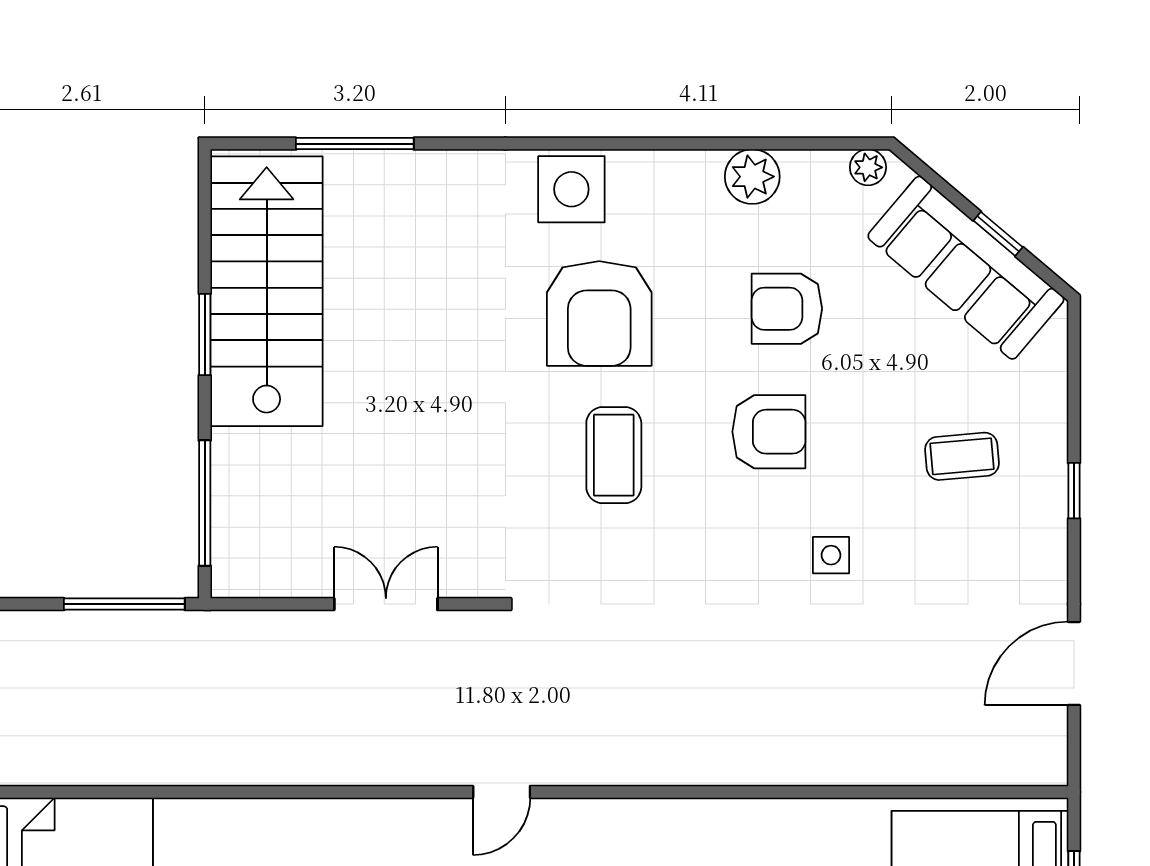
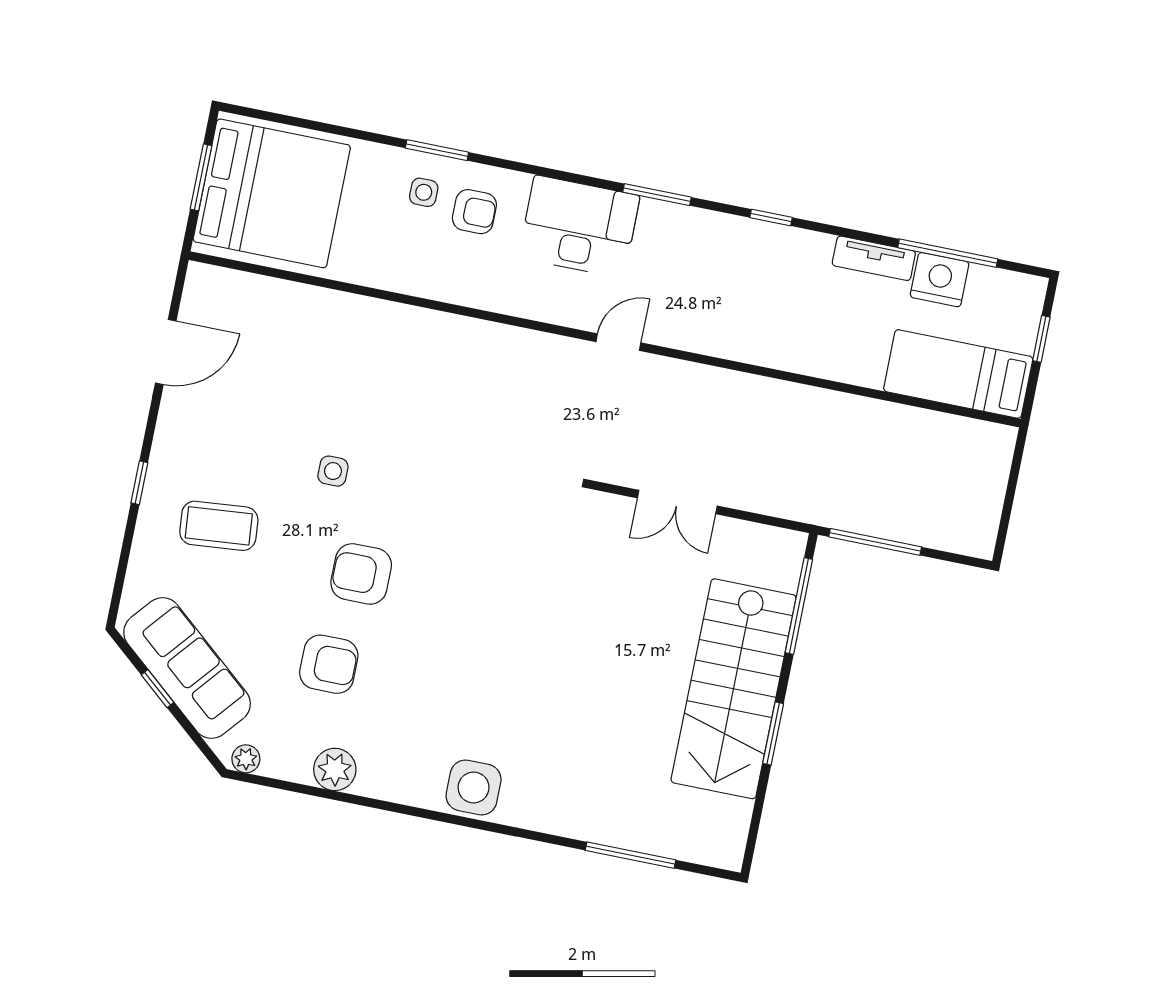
stairs: (267, 291) -> (734, 689), moved
armchair: (599, 313) -> (471, 689), removed
coffee table: (614, 455) -> (482, 580), removed
coffee table: (962, 456) -> (219, 526), width x1.36, depth x1.30

